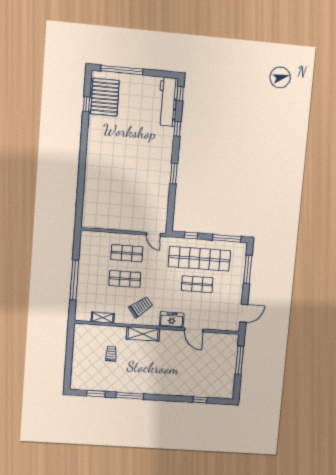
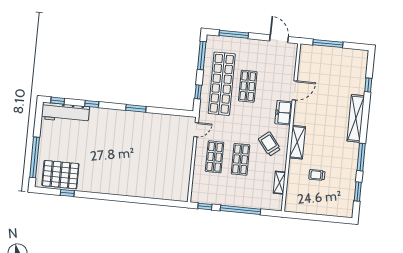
window: (77, 245) -> (205, 206), added
shelving: (167, 389) -> (356, 118), added

